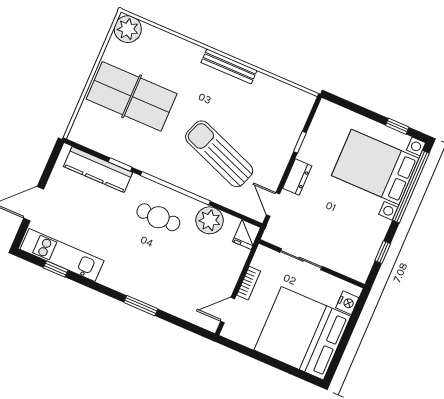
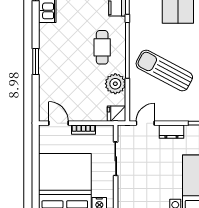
sun lounger: (219, 154) -> (164, 71), turned -83

